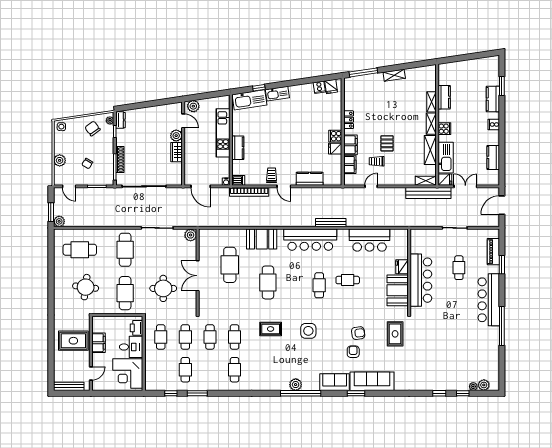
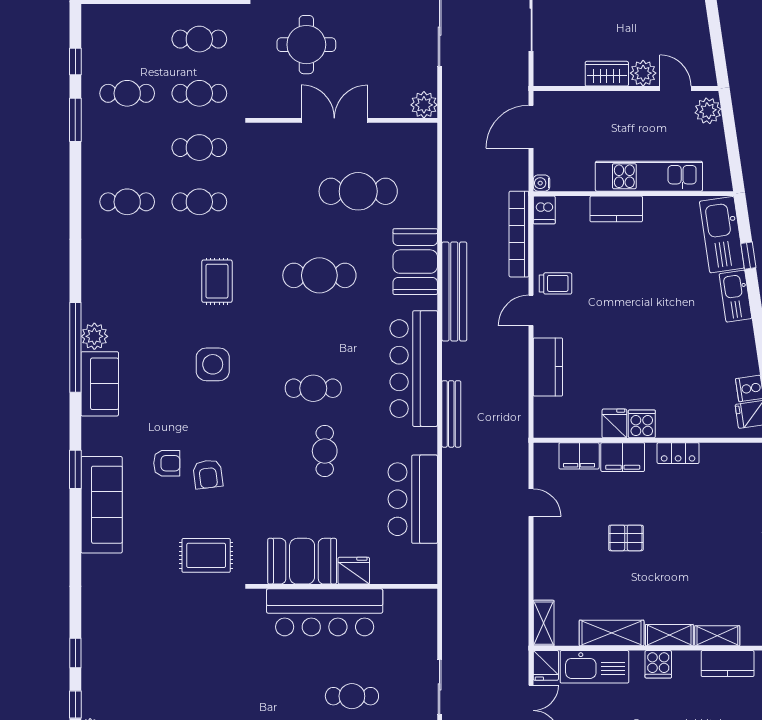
door: (183, 121) -> (675, 88), swing flipped
trolley: (377, 161) -> (587, 515), removed
bench: (428, 193) -> (454, 291), moved
sofa: (335, 382) -> (100, 384), moved

